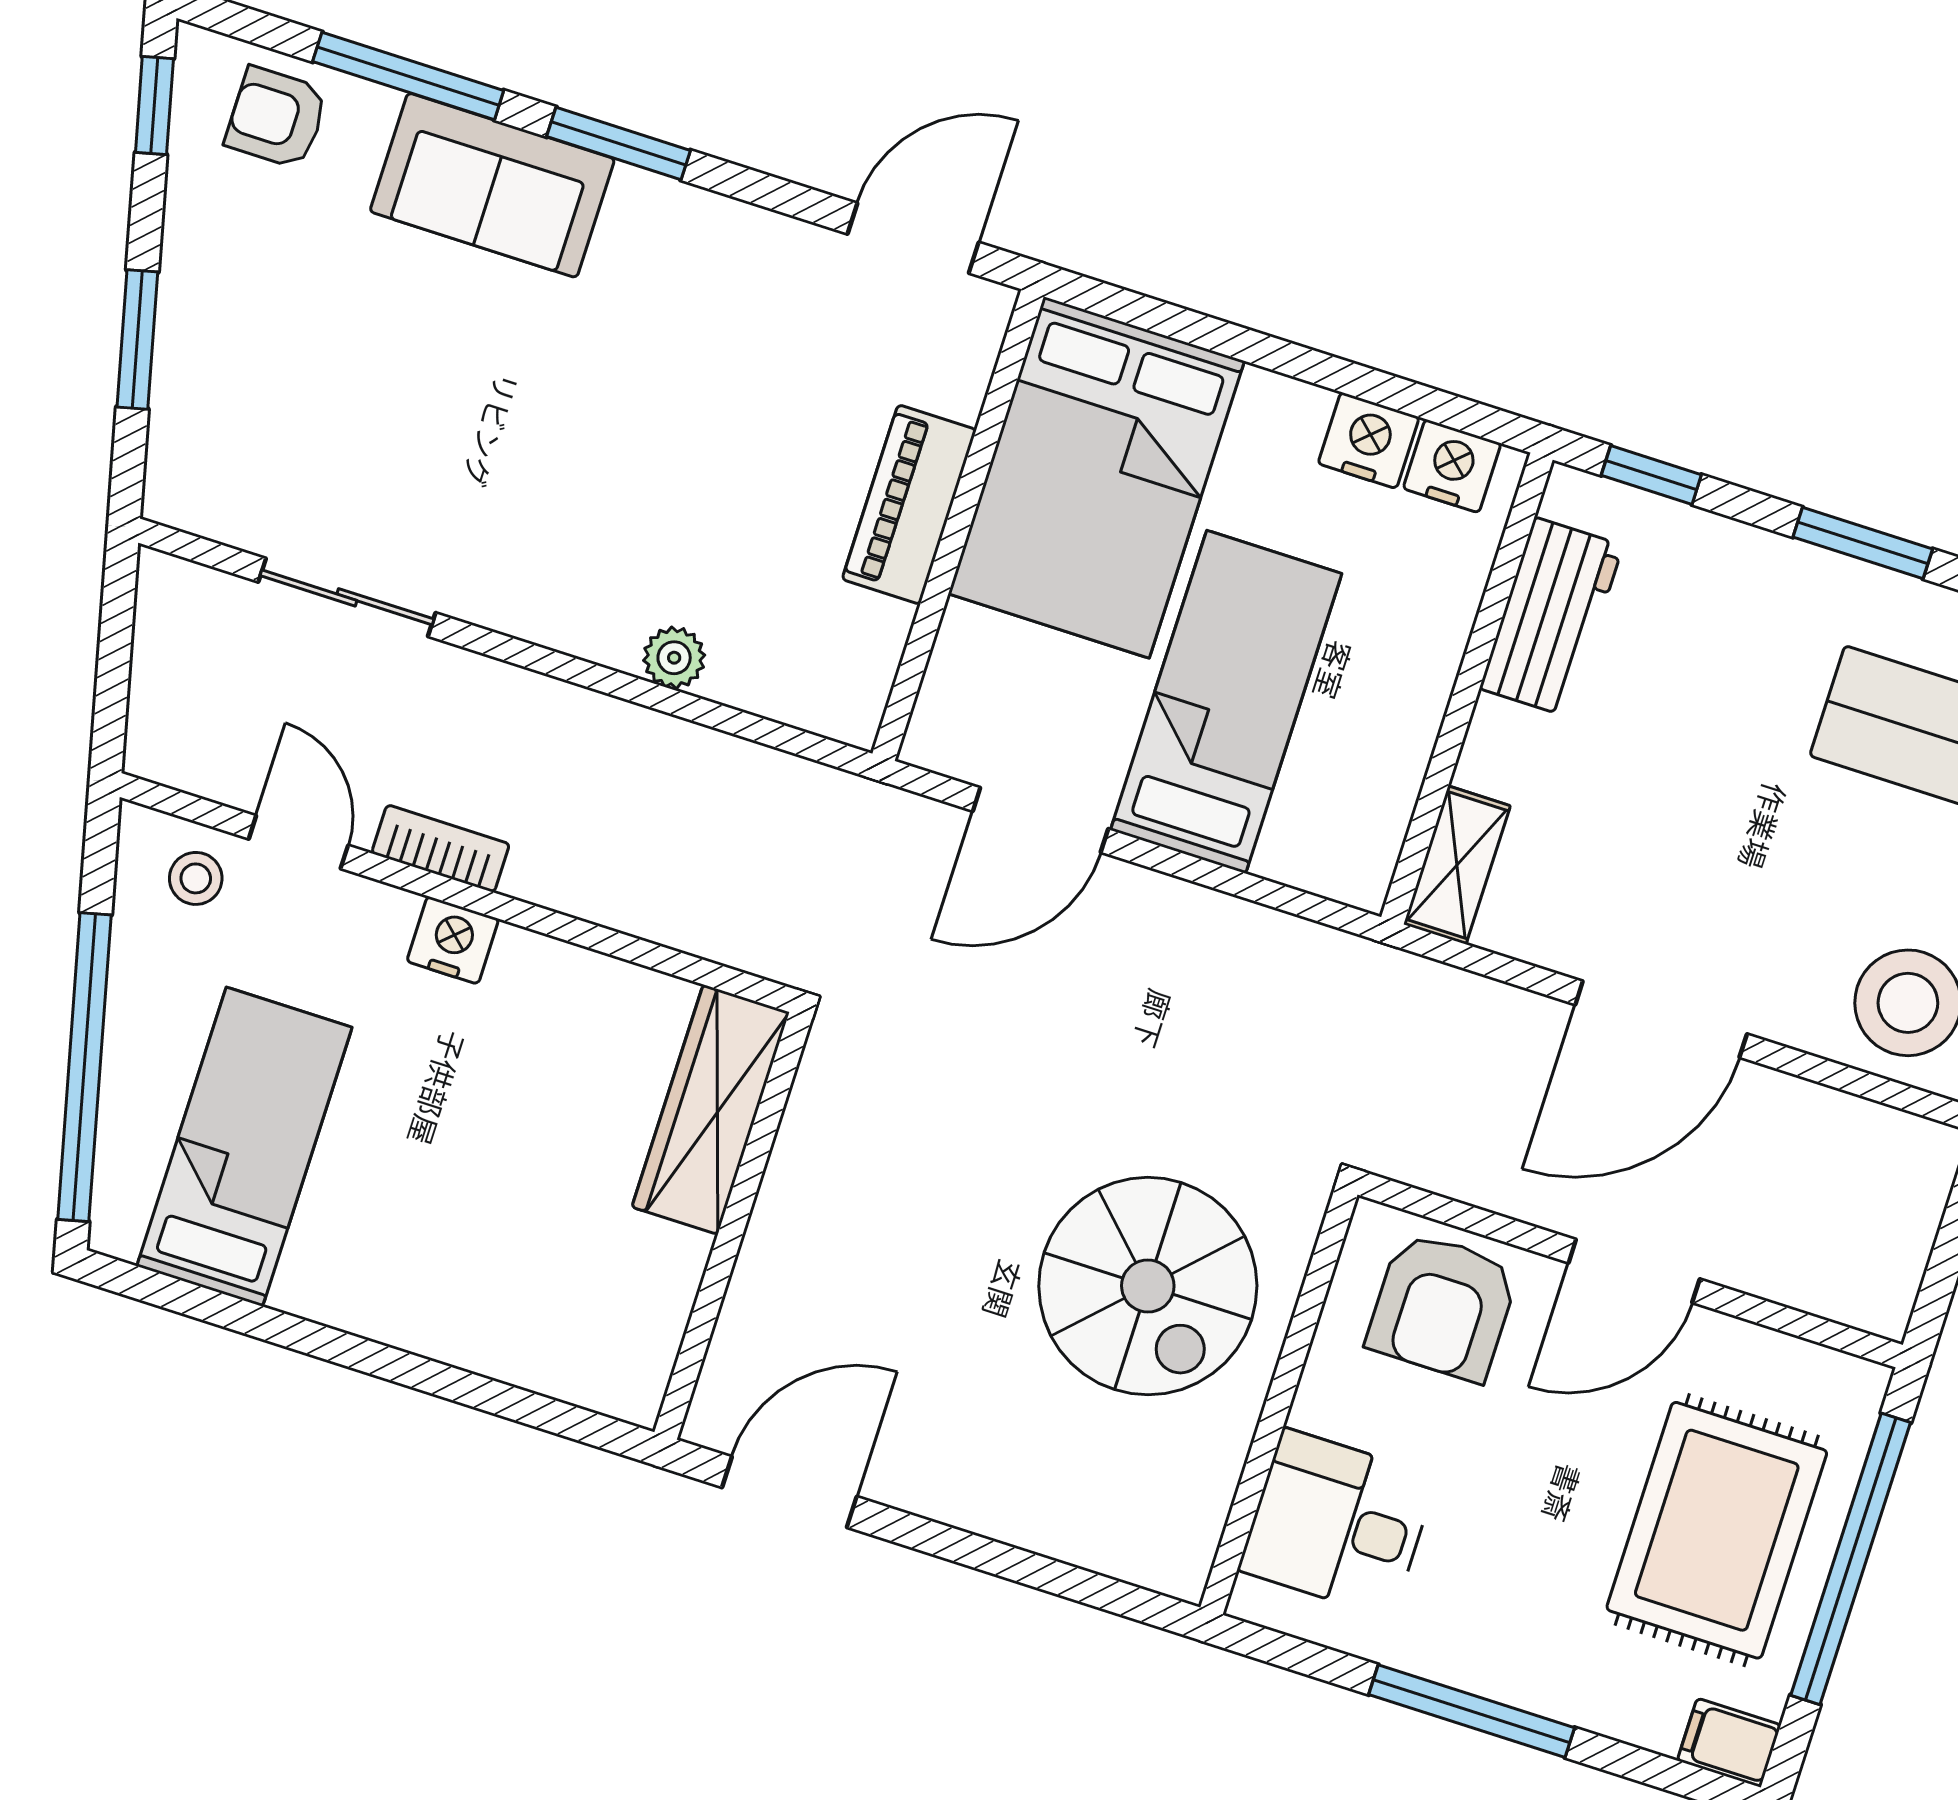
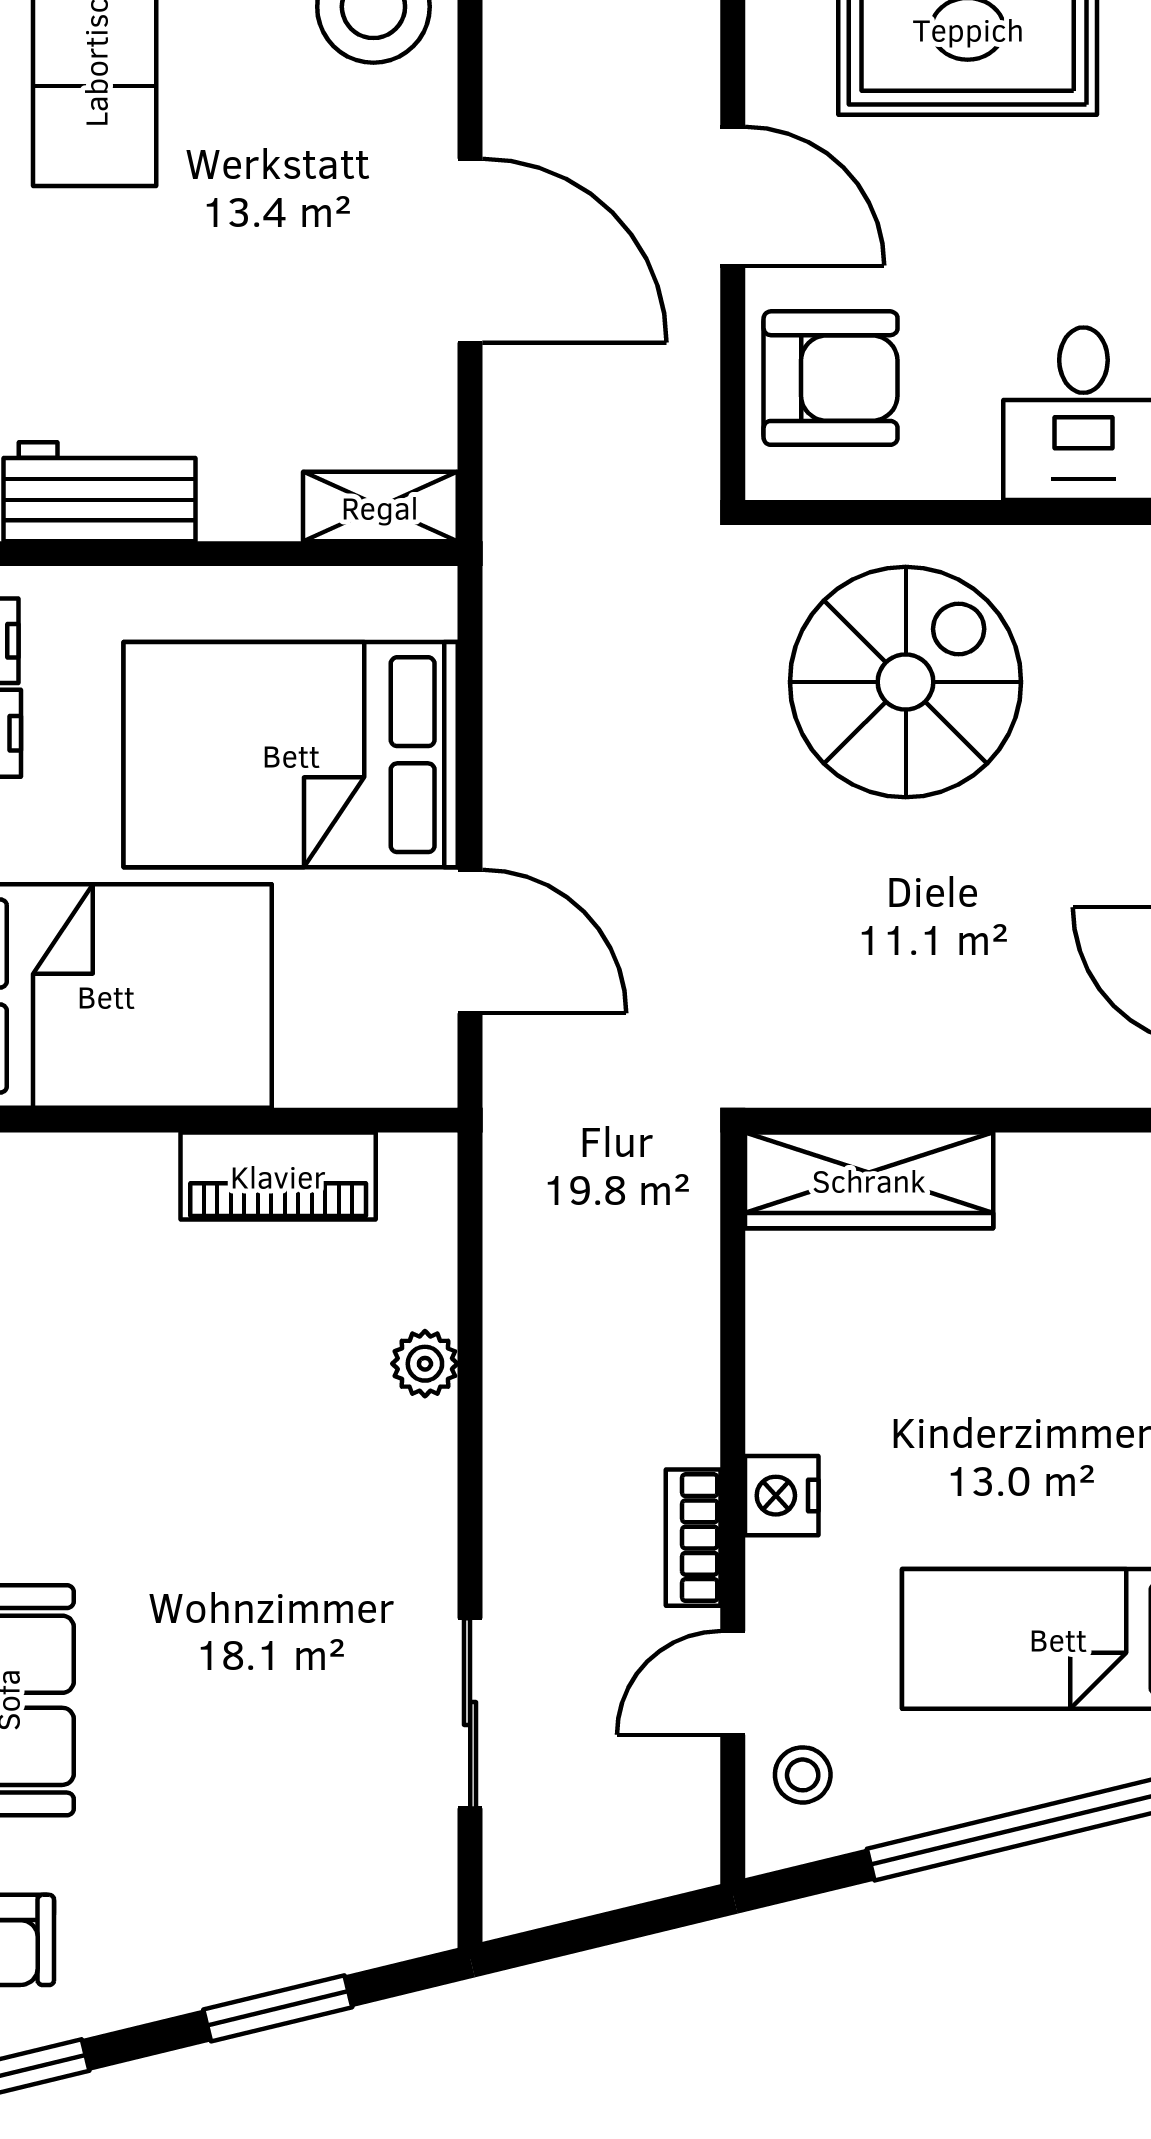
piano: (909, 505) -> (278, 1176), moved
bed: (1226, 702) -> (291, 755), width x1.50

